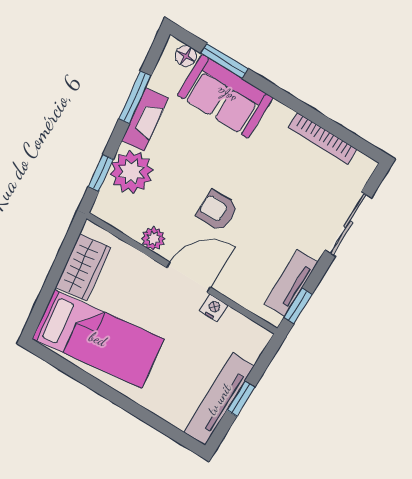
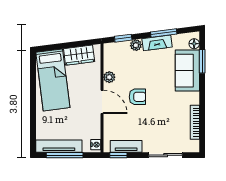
plant: (131, 172) -> (136, 45), width x0.53, depth x0.53
armchair: (217, 211) -> (137, 97), turned 90
nightstand: (214, 308) -> (96, 145), moved
window: (241, 399) -> (65, 155), width x2.17

